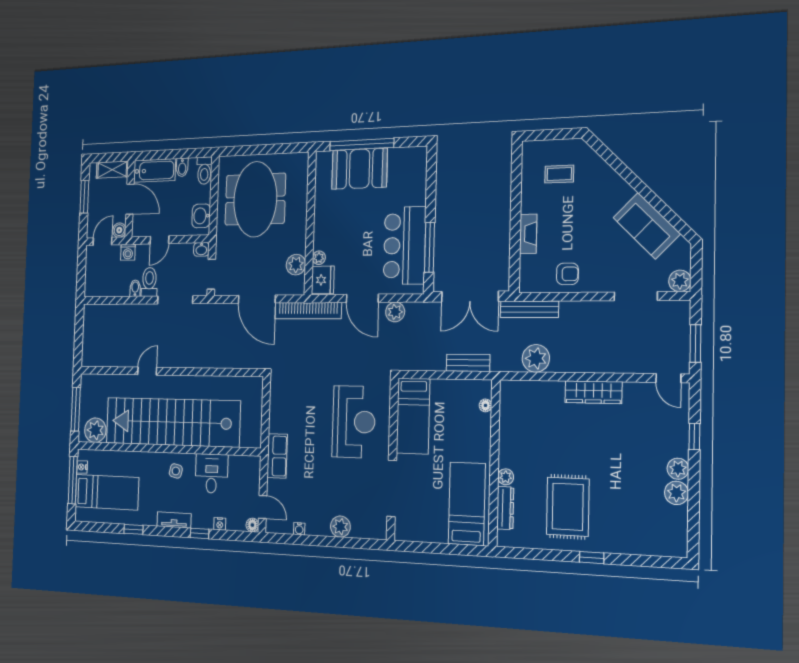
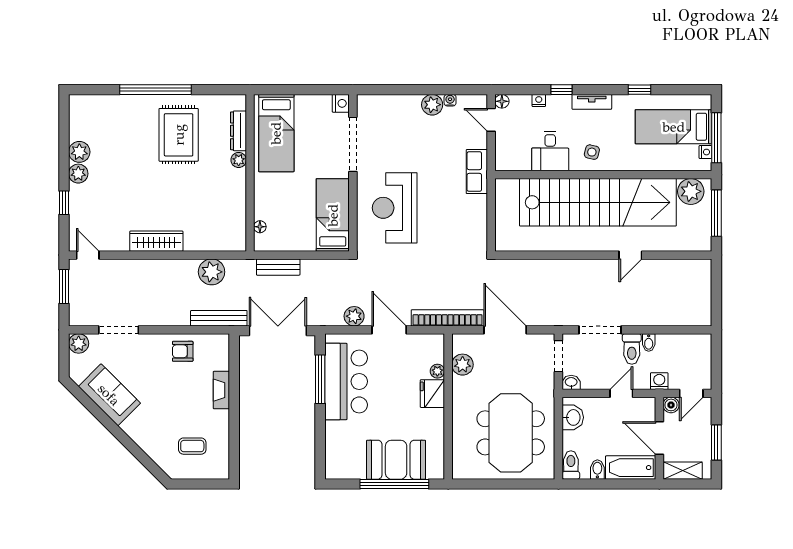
fridge: (323, 280) -> (432, 394), moved
plant: (340, 527) -> (432, 105), moved
nightstand: (402, 532) -> (341, 103), added
window: (592, 558) -> (155, 90), width x3.17

